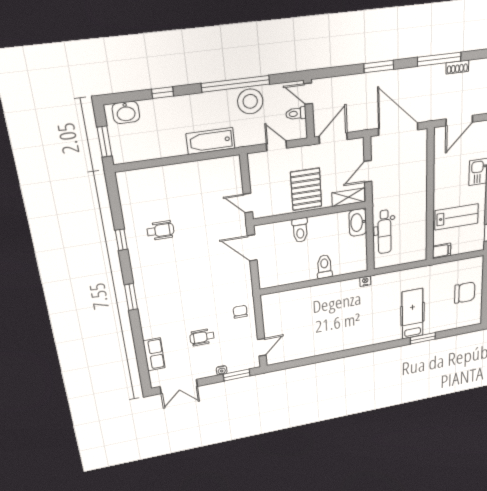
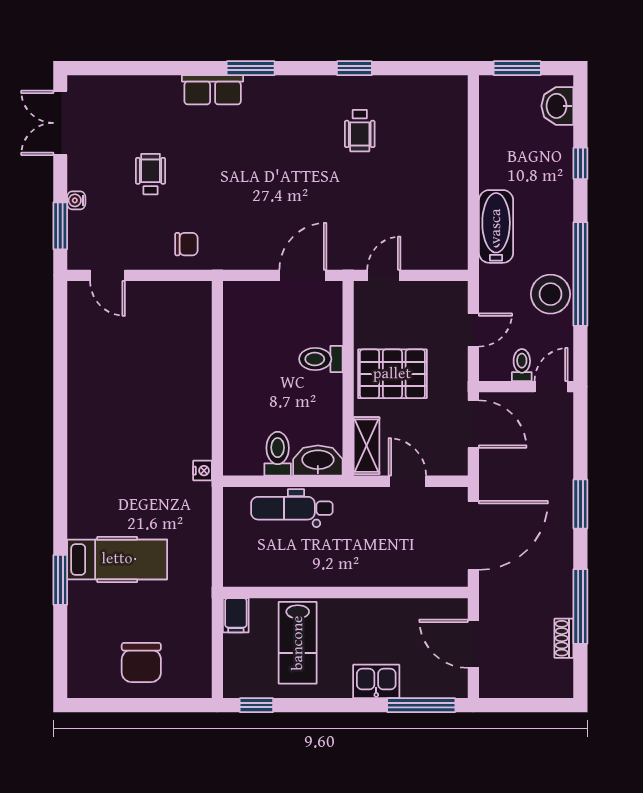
toilet: (324, 267) -> (278, 454), moved, turned -90
row of seats: (154, 354) -> (213, 90), moved

